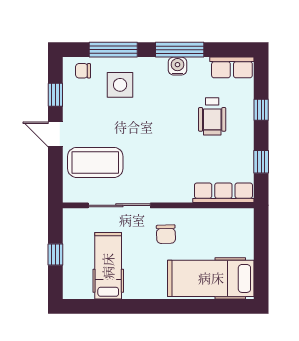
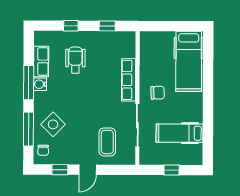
row of seats: (232, 67) -> (41, 61), moved
side table: (120, 85) -> (53, 124), turned 45
wheelchair: (212, 116) -> (75, 60), turned -90
coffee table: (95, 162) -> (107, 142), width x0.73, depth x0.76
row of seats: (223, 193) -> (129, 80), moved

